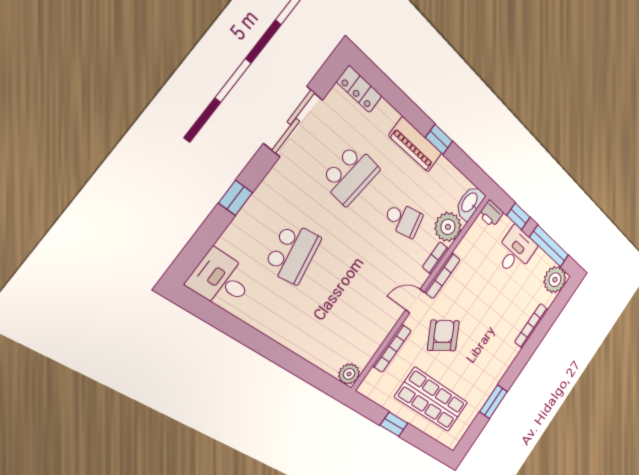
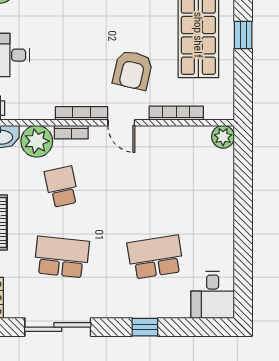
armchair: (443, 336) -> (133, 70), turned -46
window: (394, 424) -> (243, 35), moved

